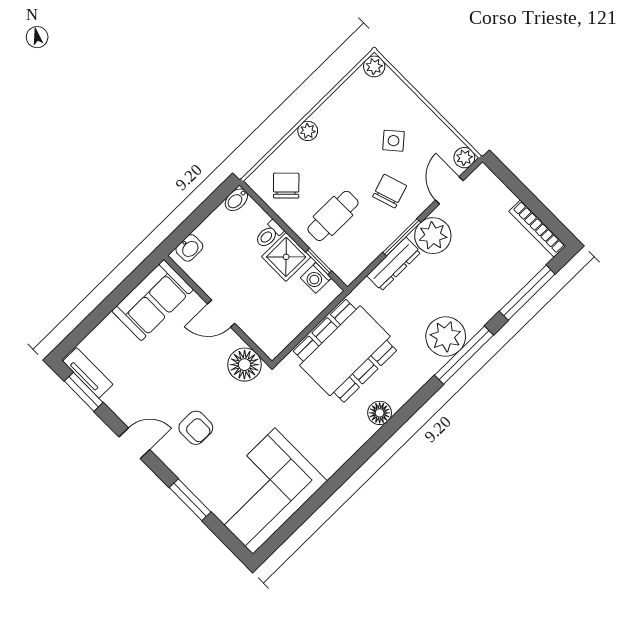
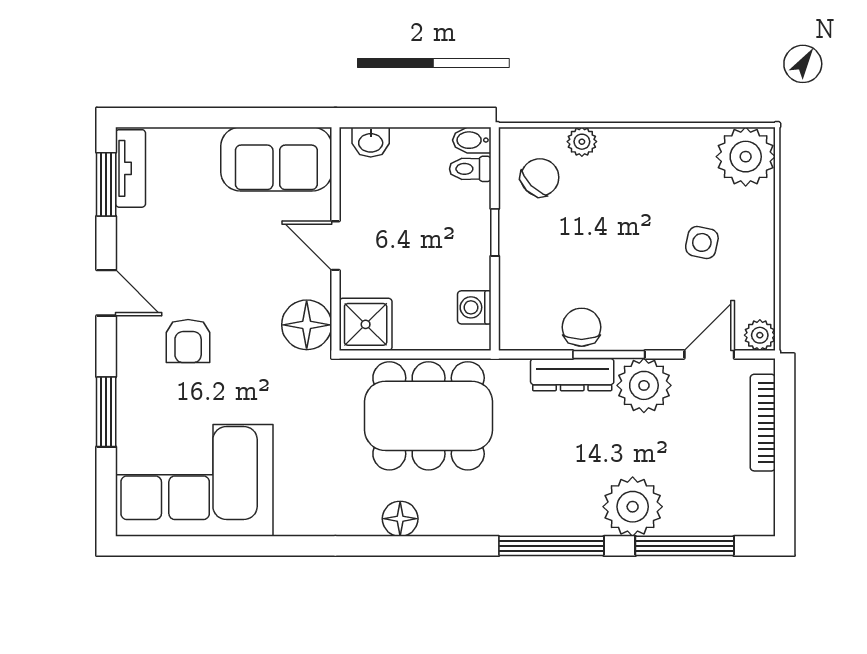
plant: (374, 66) -> (746, 157), width x1.87, depth x1.87
plant: (308, 131) -> (582, 142), moved
side table: (393, 141) -> (702, 242), turned -37
chair: (390, 191) -> (582, 327), moved, turned -72
cafe table: (333, 216) -> (558, 259), removed
bookcase: (537, 229) -> (763, 423), moved
toilet: (269, 234) -> (470, 169), moved
shower: (286, 257) -> (366, 324), moved
window: (319, 261) -> (495, 232), moved
plant: (446, 337) -> (633, 507), moved

